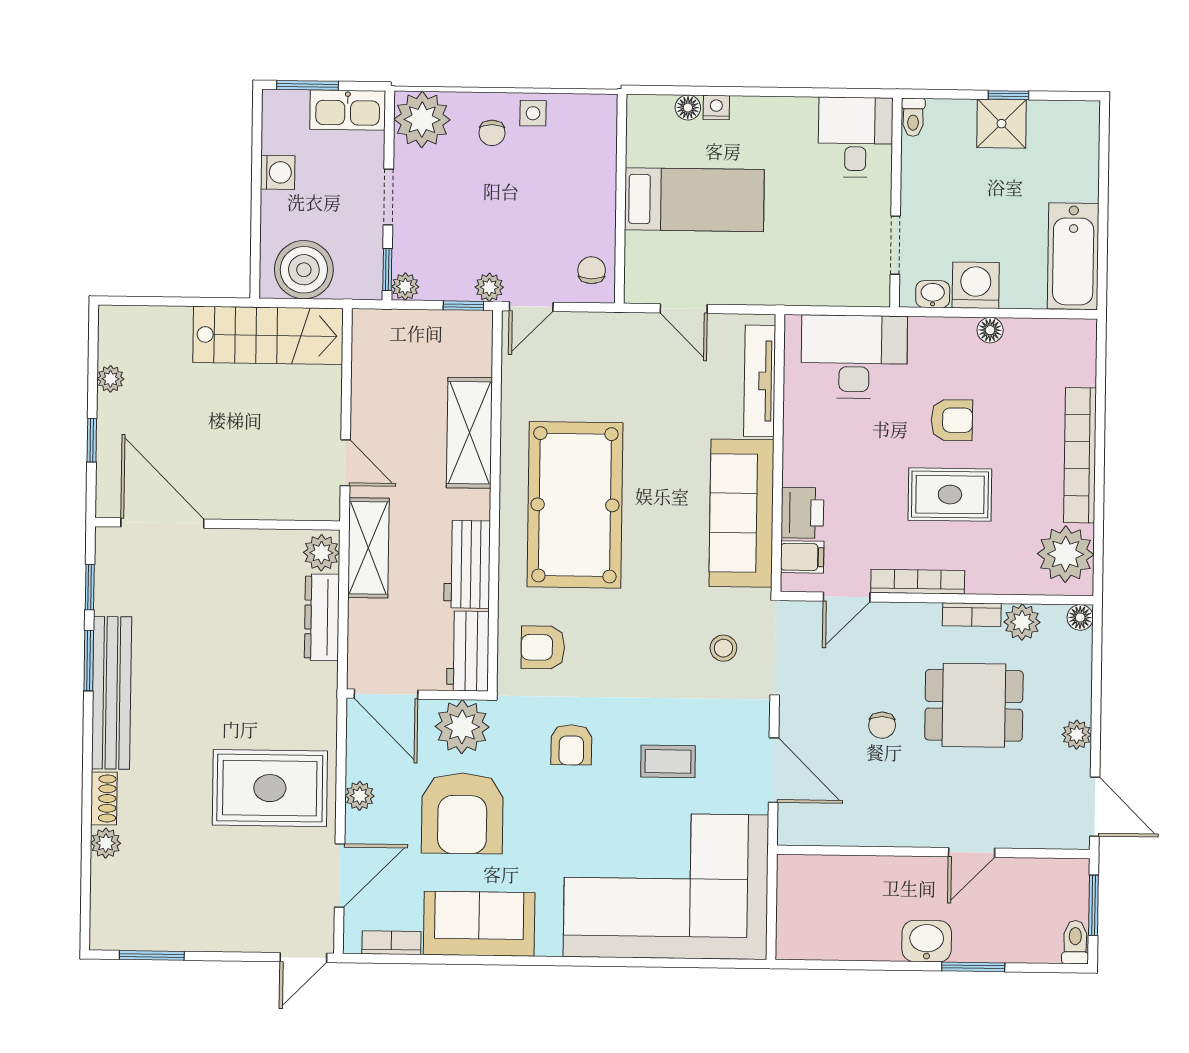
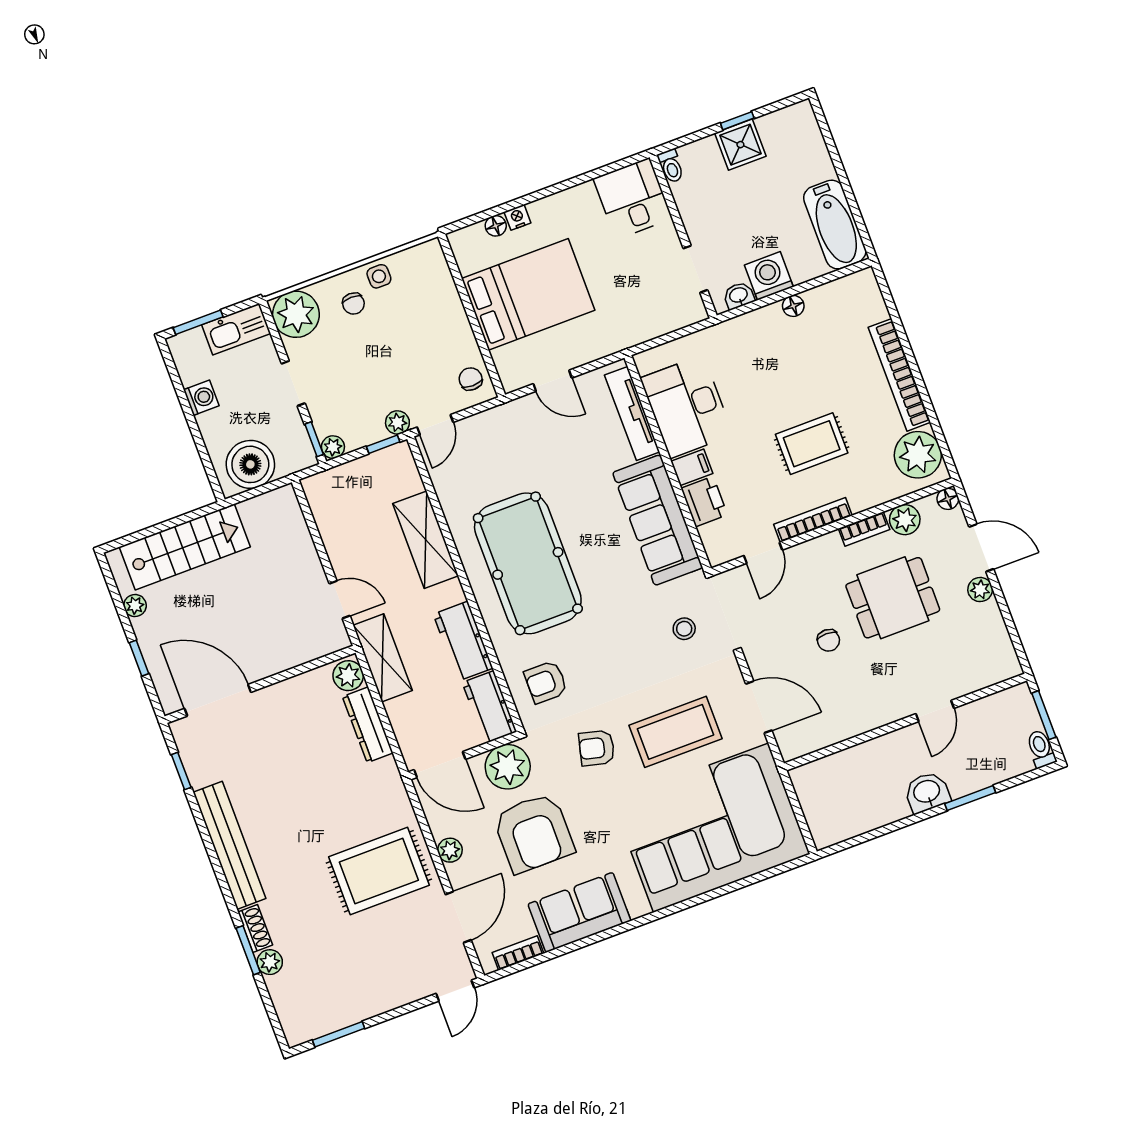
bed: (694, 200) -> (528, 294), width x1.50
stairs: (268, 335) -> (185, 547), moved
desk: (854, 357) -> (687, 407), moved, turned -90
armchair: (952, 420) -> (791, 386), removed
filing cabinet: (802, 557) -> (692, 467), moved
window: (89, 661) -> (248, 950), moved
armchair: (571, 745) -> (597, 748), turned 104
coffee table: (668, 761) -> (676, 732), width x1.86, depth x1.72
door: (1095, 807) -> (981, 548), moved

